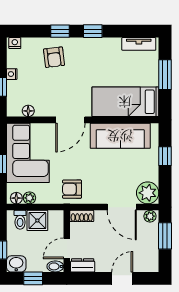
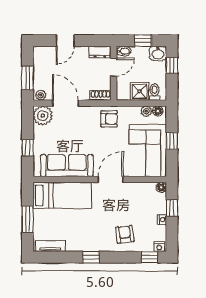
window: (60, 31) -> (149, 257), moved
floor lamp: (28, 111) -> (161, 187), moved

